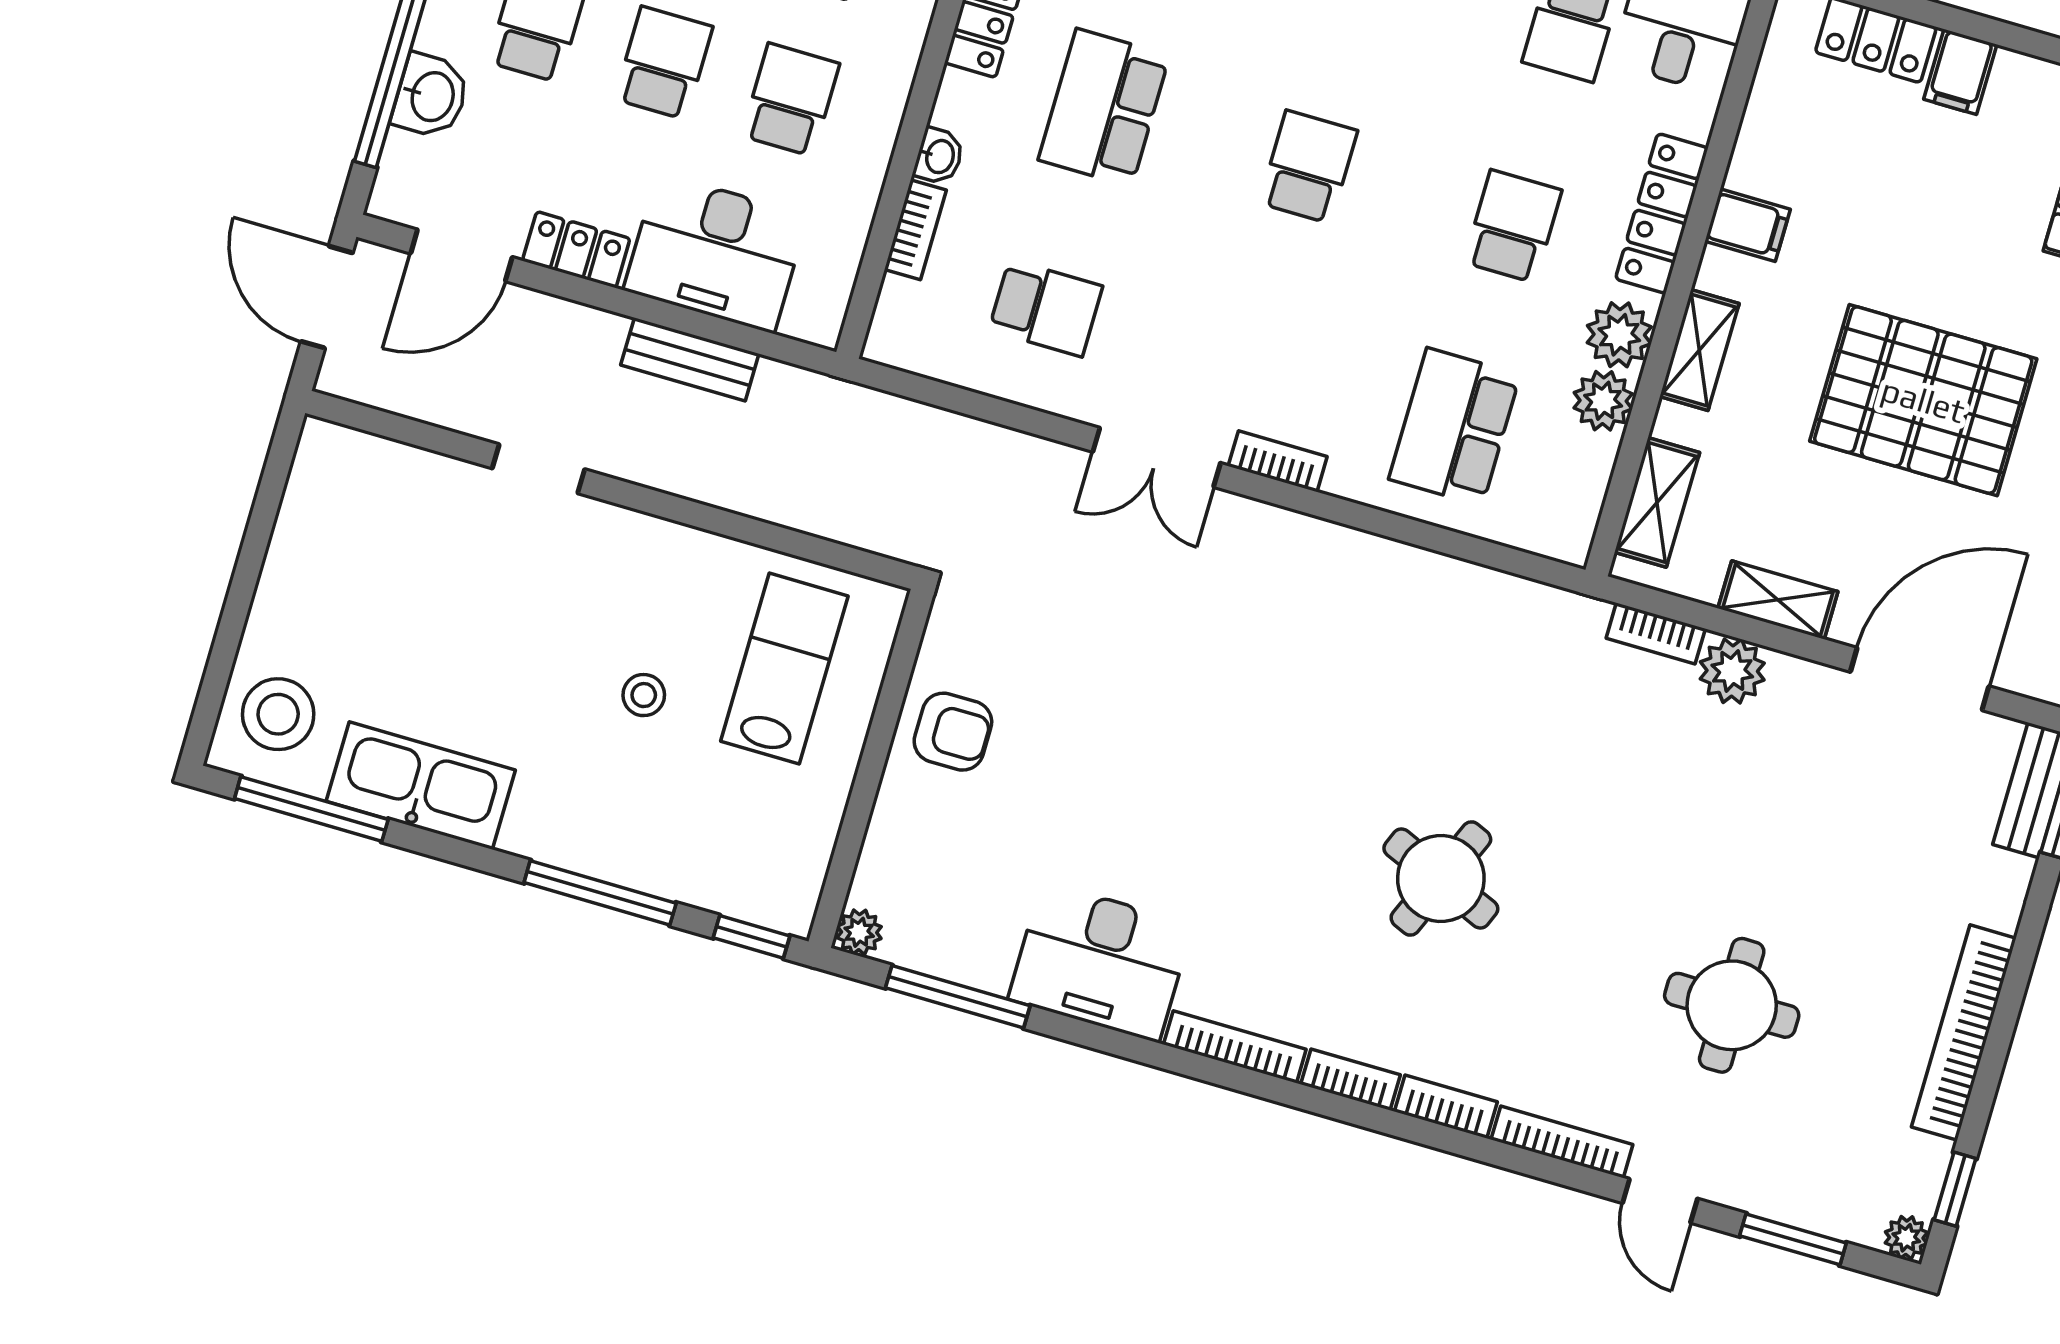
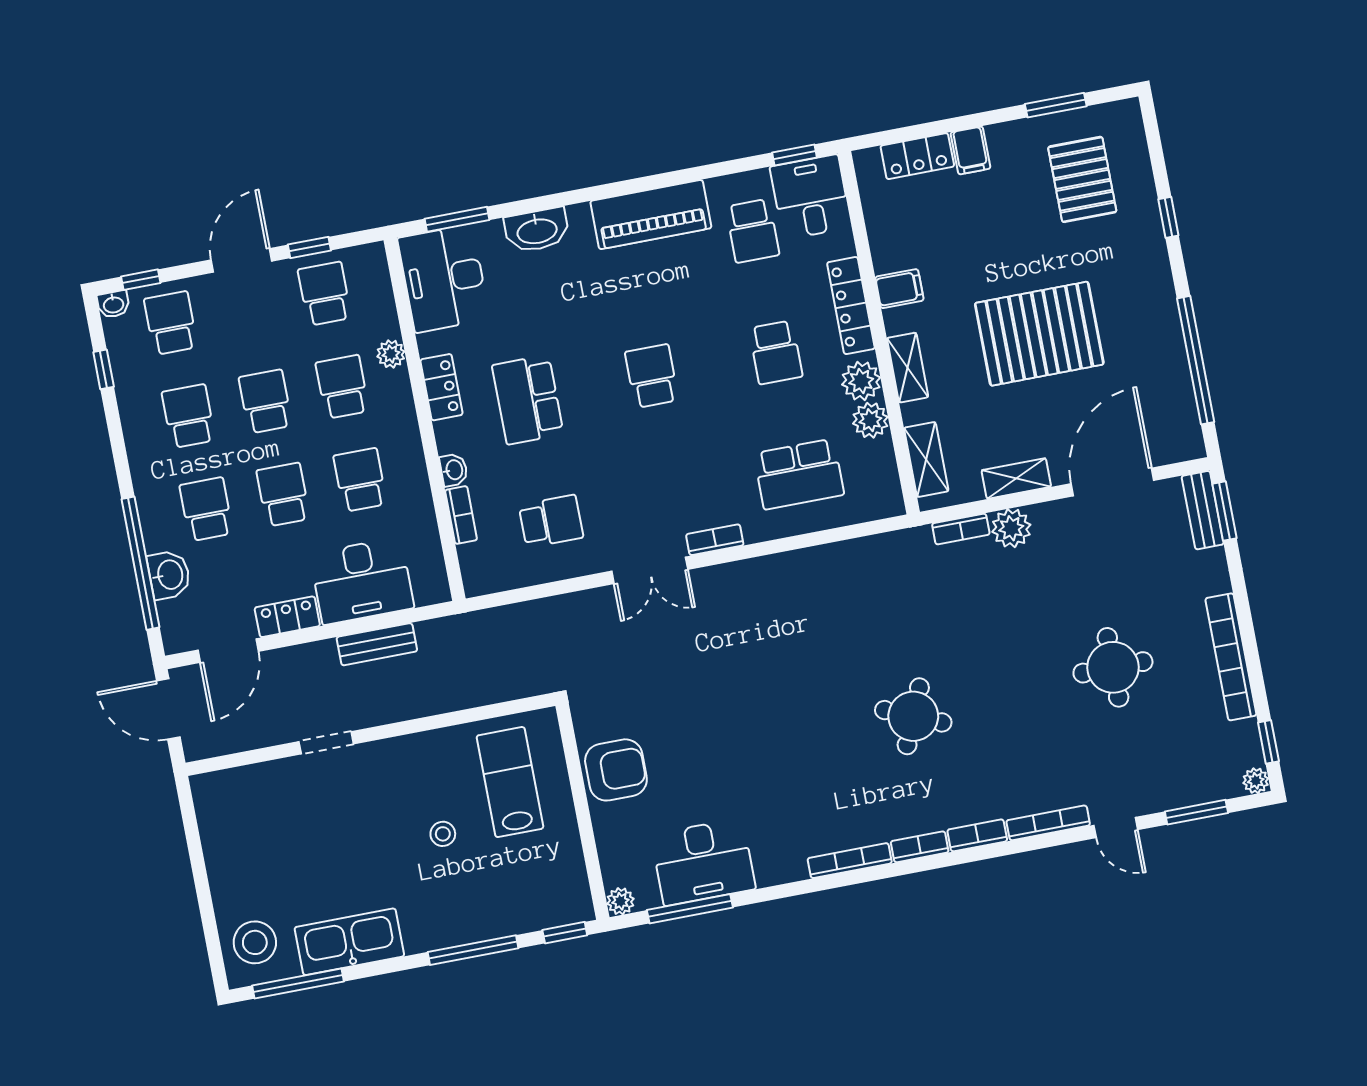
school desk: (1513, 226) -> (776, 352), turned 180
school desk: (1454, 427) -> (799, 474), turned -90
armchair: (953, 732) -> (616, 770), width x1.38, depth x1.38
desk: (1100, 962) -> (703, 862), moved
round table: (1732, 1005) -> (1113, 667), moved

